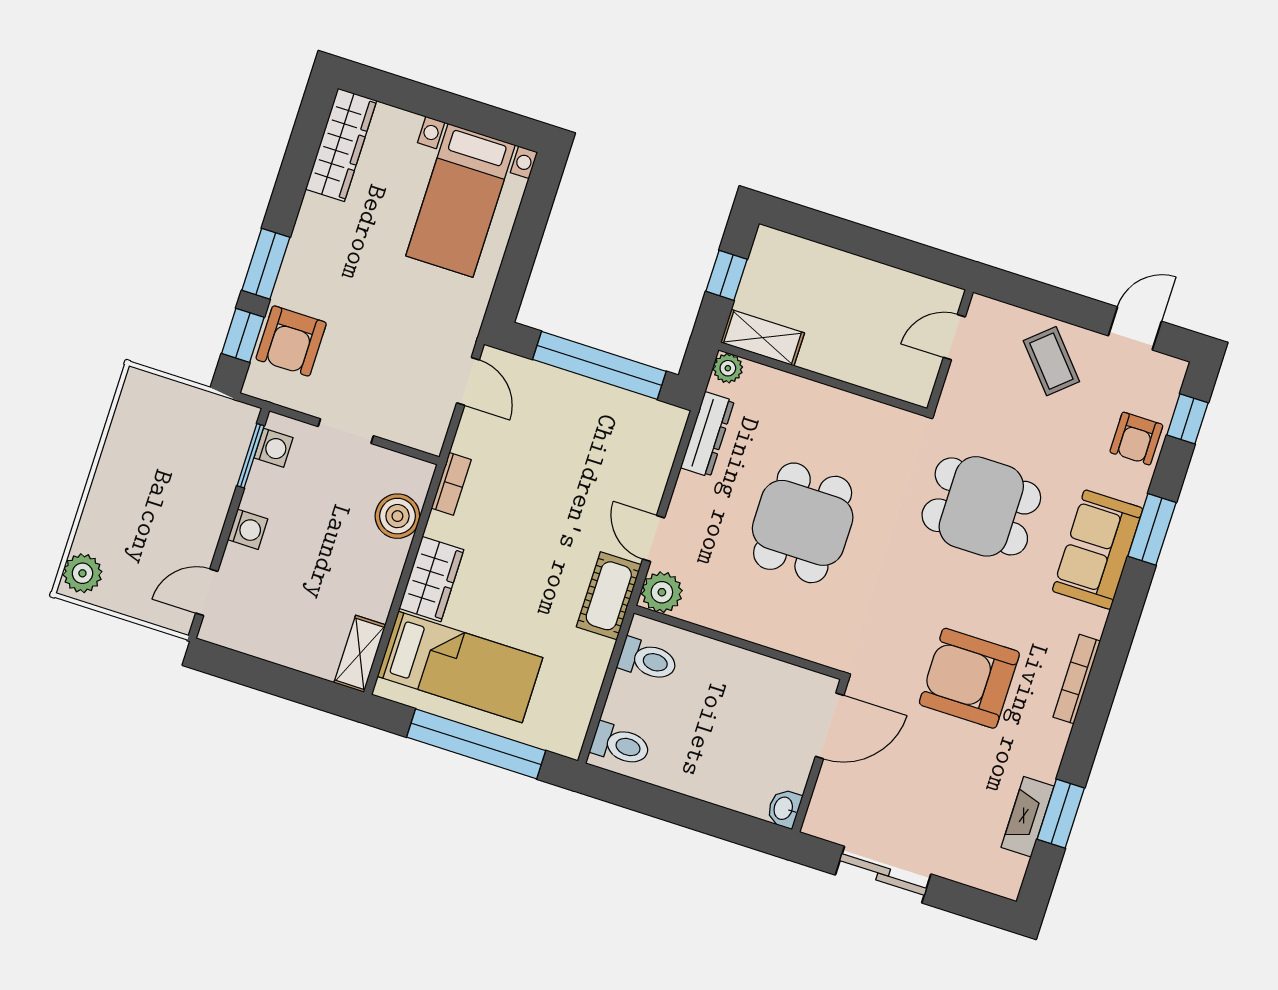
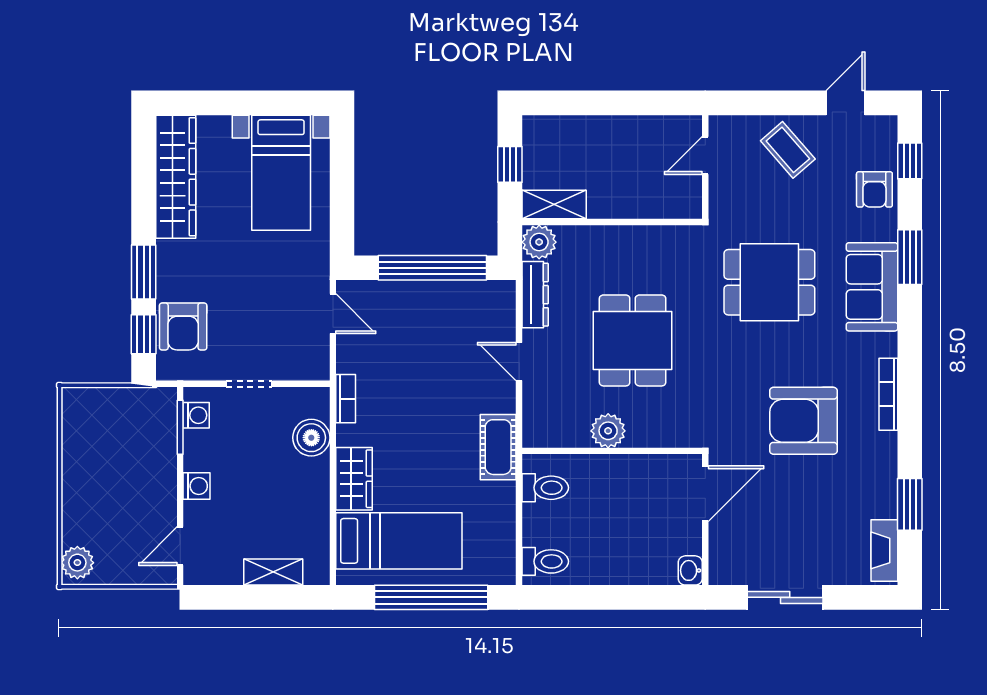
wardrobe: (341, 145) -> (176, 177), width x1.40, depth x1.17
plant: (728, 368) -> (539, 242), width x1.38, depth x1.38
door: (654, 538) -> (519, 362), moved
plant: (662, 592) -> (608, 431), moved
shelving: (360, 654) -> (273, 572), moved, turned 90
fireplace: (1027, 817) -> (884, 550), moved

